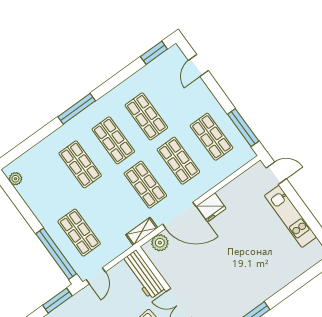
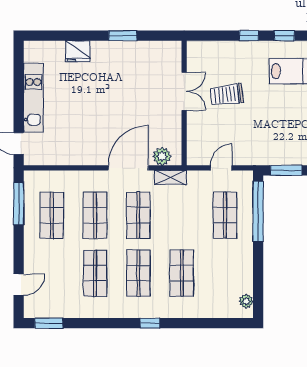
window: (77, 109) -> (150, 323), width x0.46
fridge: (211, 207) -> (78, 51), moved, turned 180
door: (179, 215) -> (128, 168), hinge flipped
workbench: (143, 275) -> (196, 139), removed
door: (96, 276) -> (221, 168), moved

